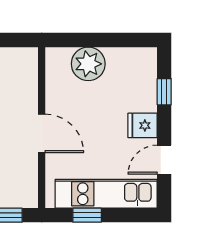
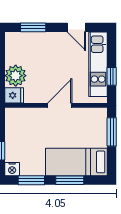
window: (164, 92) -> (33, 27), width x1.50
fridge: (143, 125) -> (14, 95), moved, turned -90

